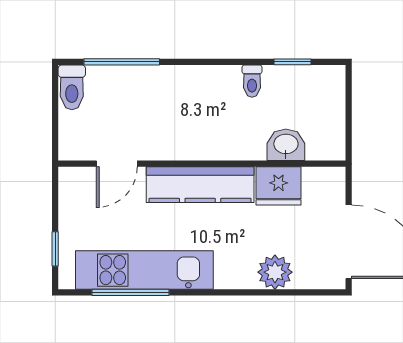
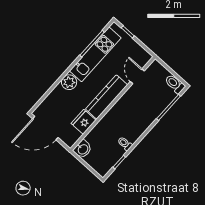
washbasin: (286, 145) -> (83, 149), moved
plant: (275, 272) -> (69, 82), moved

